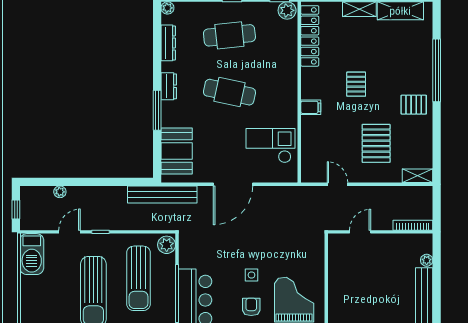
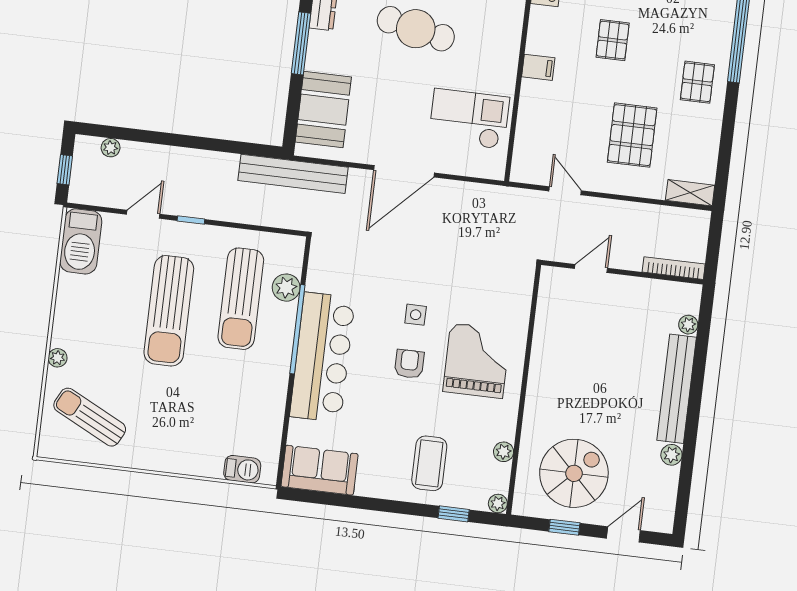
pallet: (414, 105) -> (697, 82), turned 90
plant: (60, 192) -> (111, 148), moved
plant: (167, 245) -> (286, 288), moved

